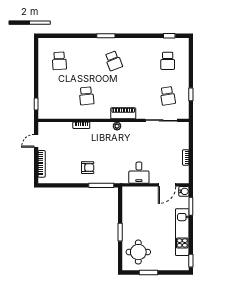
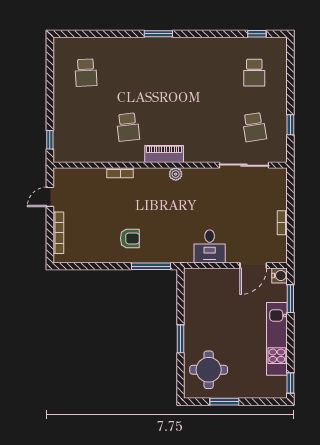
school desk: (114, 61) -> (170, 73), removed
piano: (123, 113) -> (164, 154), moved

